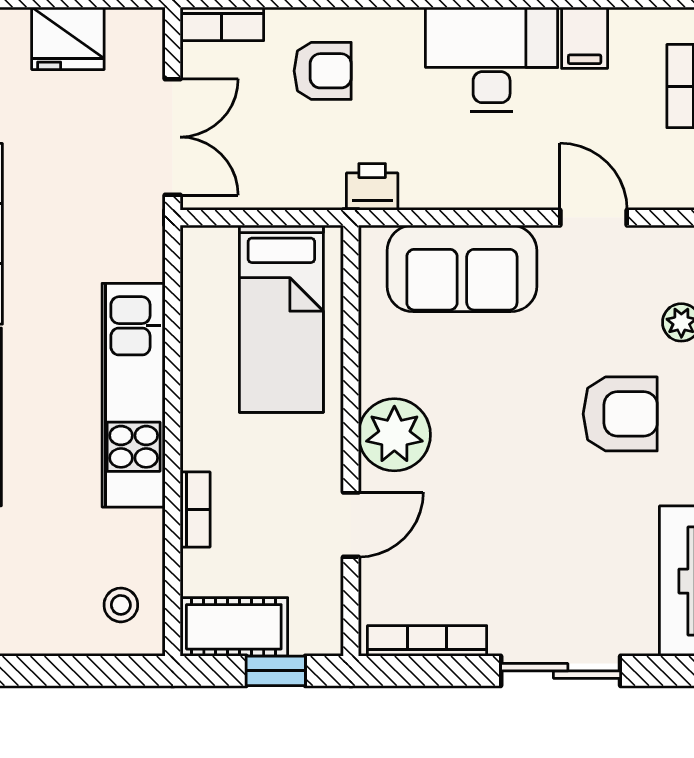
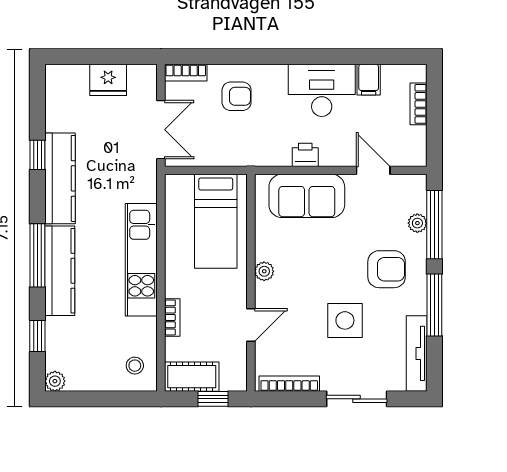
printer: (372, 187) -> (305, 155), moved
plant: (394, 435) -> (264, 271), width x0.53, depth x0.53
side table: (538, 516) -> (345, 320), added

